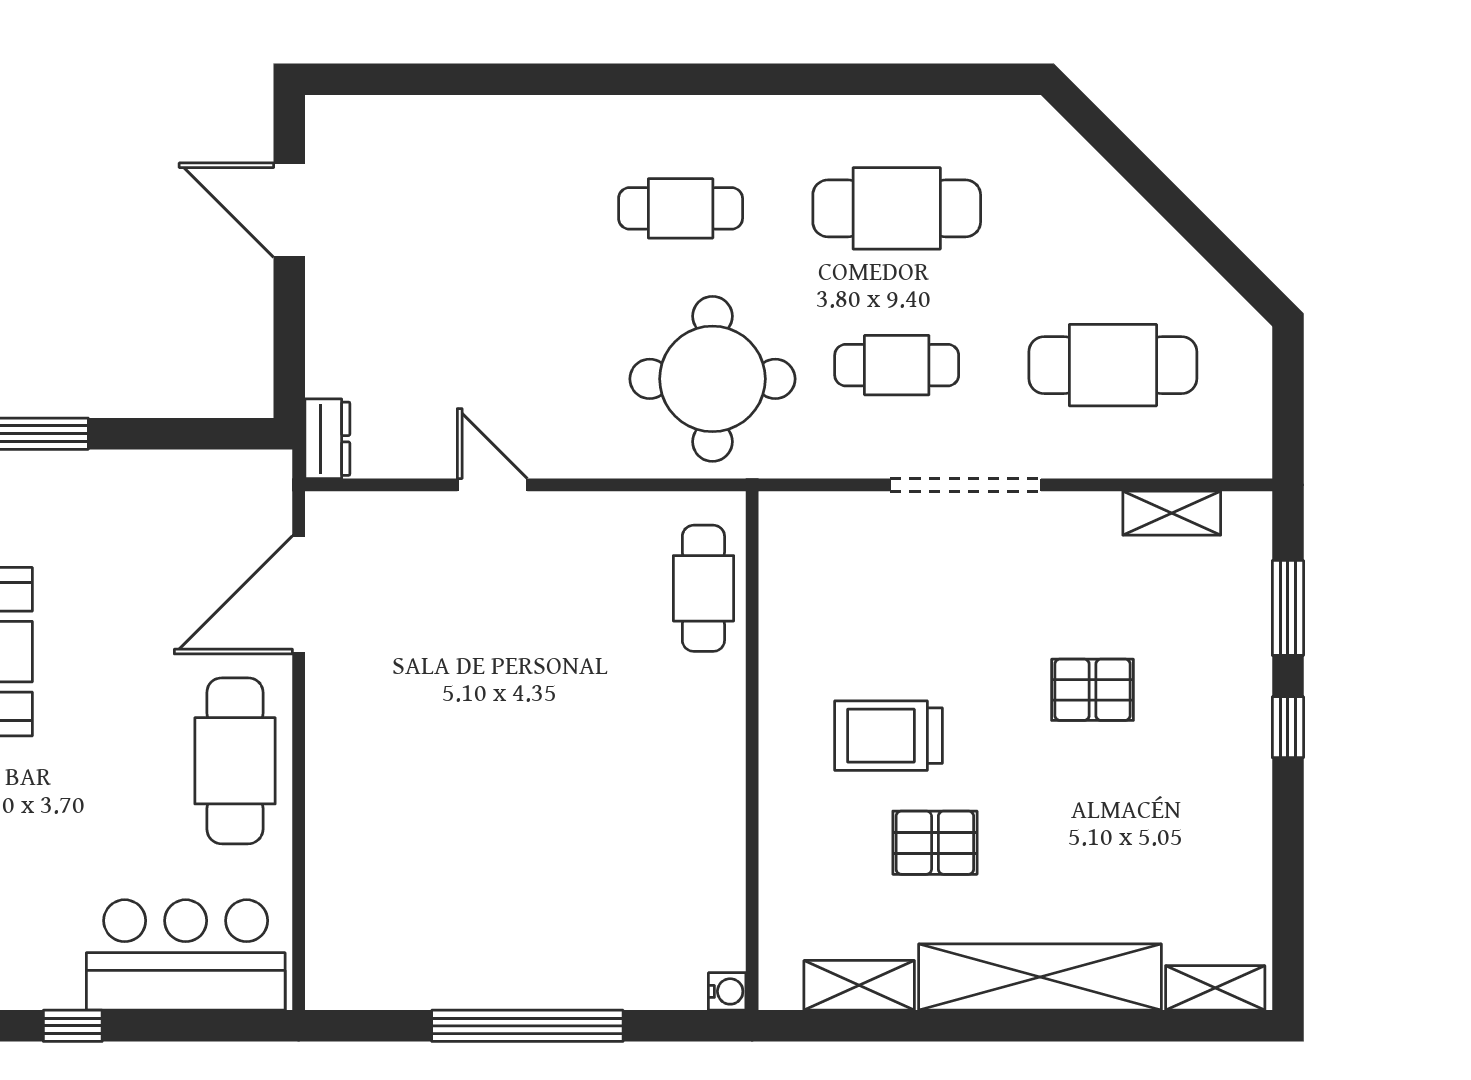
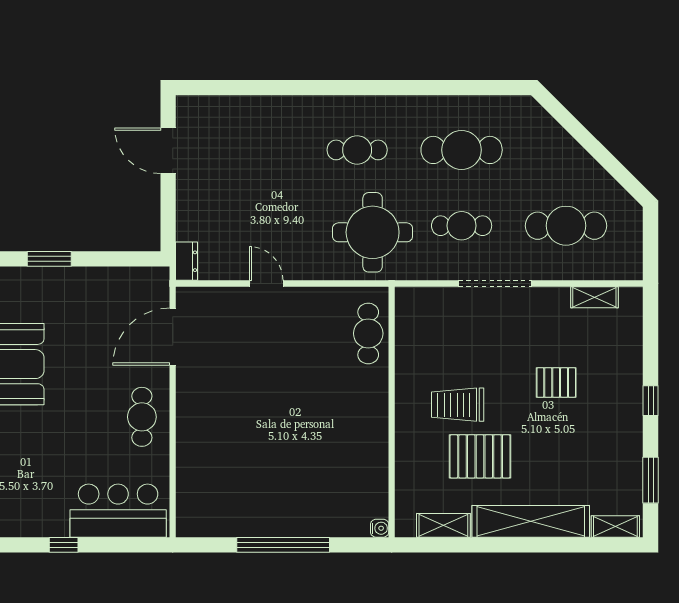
window: (1288, 608) -> (651, 480), moved
cafe table: (235, 761) -> (142, 417), width x0.73, depth x0.74
pallet: (935, 843) -> (480, 456), width x1.50, depth x1.42

